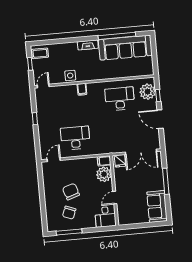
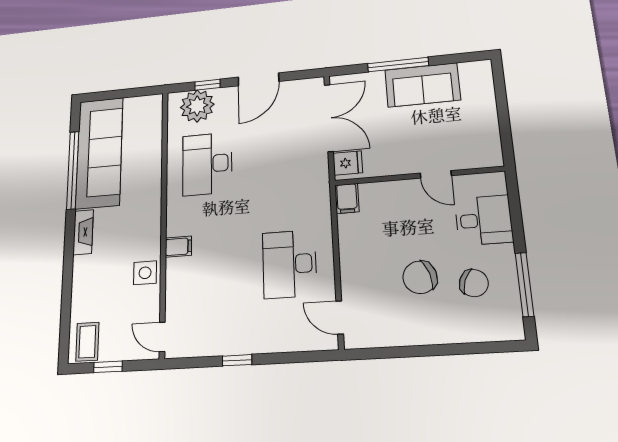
plant: (104, 174) -> (379, 199), removed
sofa: (157, 207) -> (422, 85), moved
desk: (105, 216) -> (484, 220), moved

